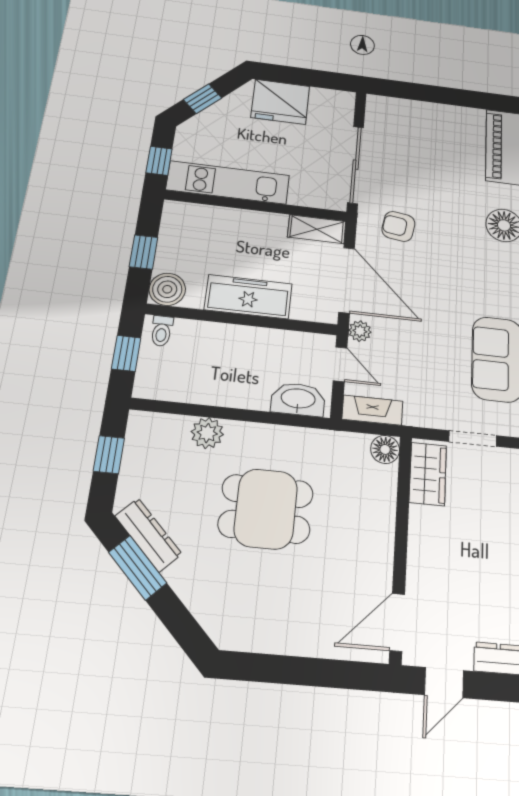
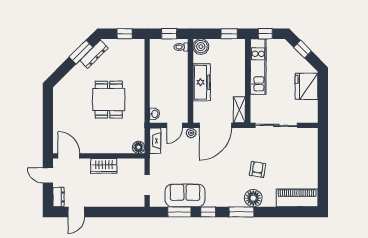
armchair: (398, 226) -> (258, 169), moved
window: (143, 252) -> (229, 34), moved
washbasin: (298, 399) -> (154, 114), width x0.52, depth x0.69
plant: (207, 433) -> (138, 72), removed
wardrobe: (428, 474) -> (104, 166), moved

